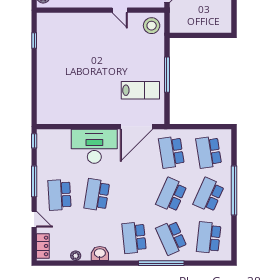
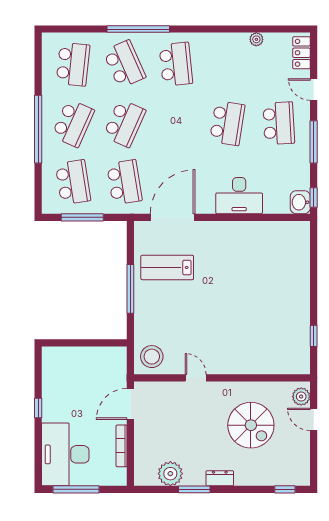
window: (202, 127) -> (82, 217), added
desk: (94, 146) -> (239, 196), width x0.73, depth x0.77
washbasin: (100, 253) -> (300, 202), moved, turned 90

